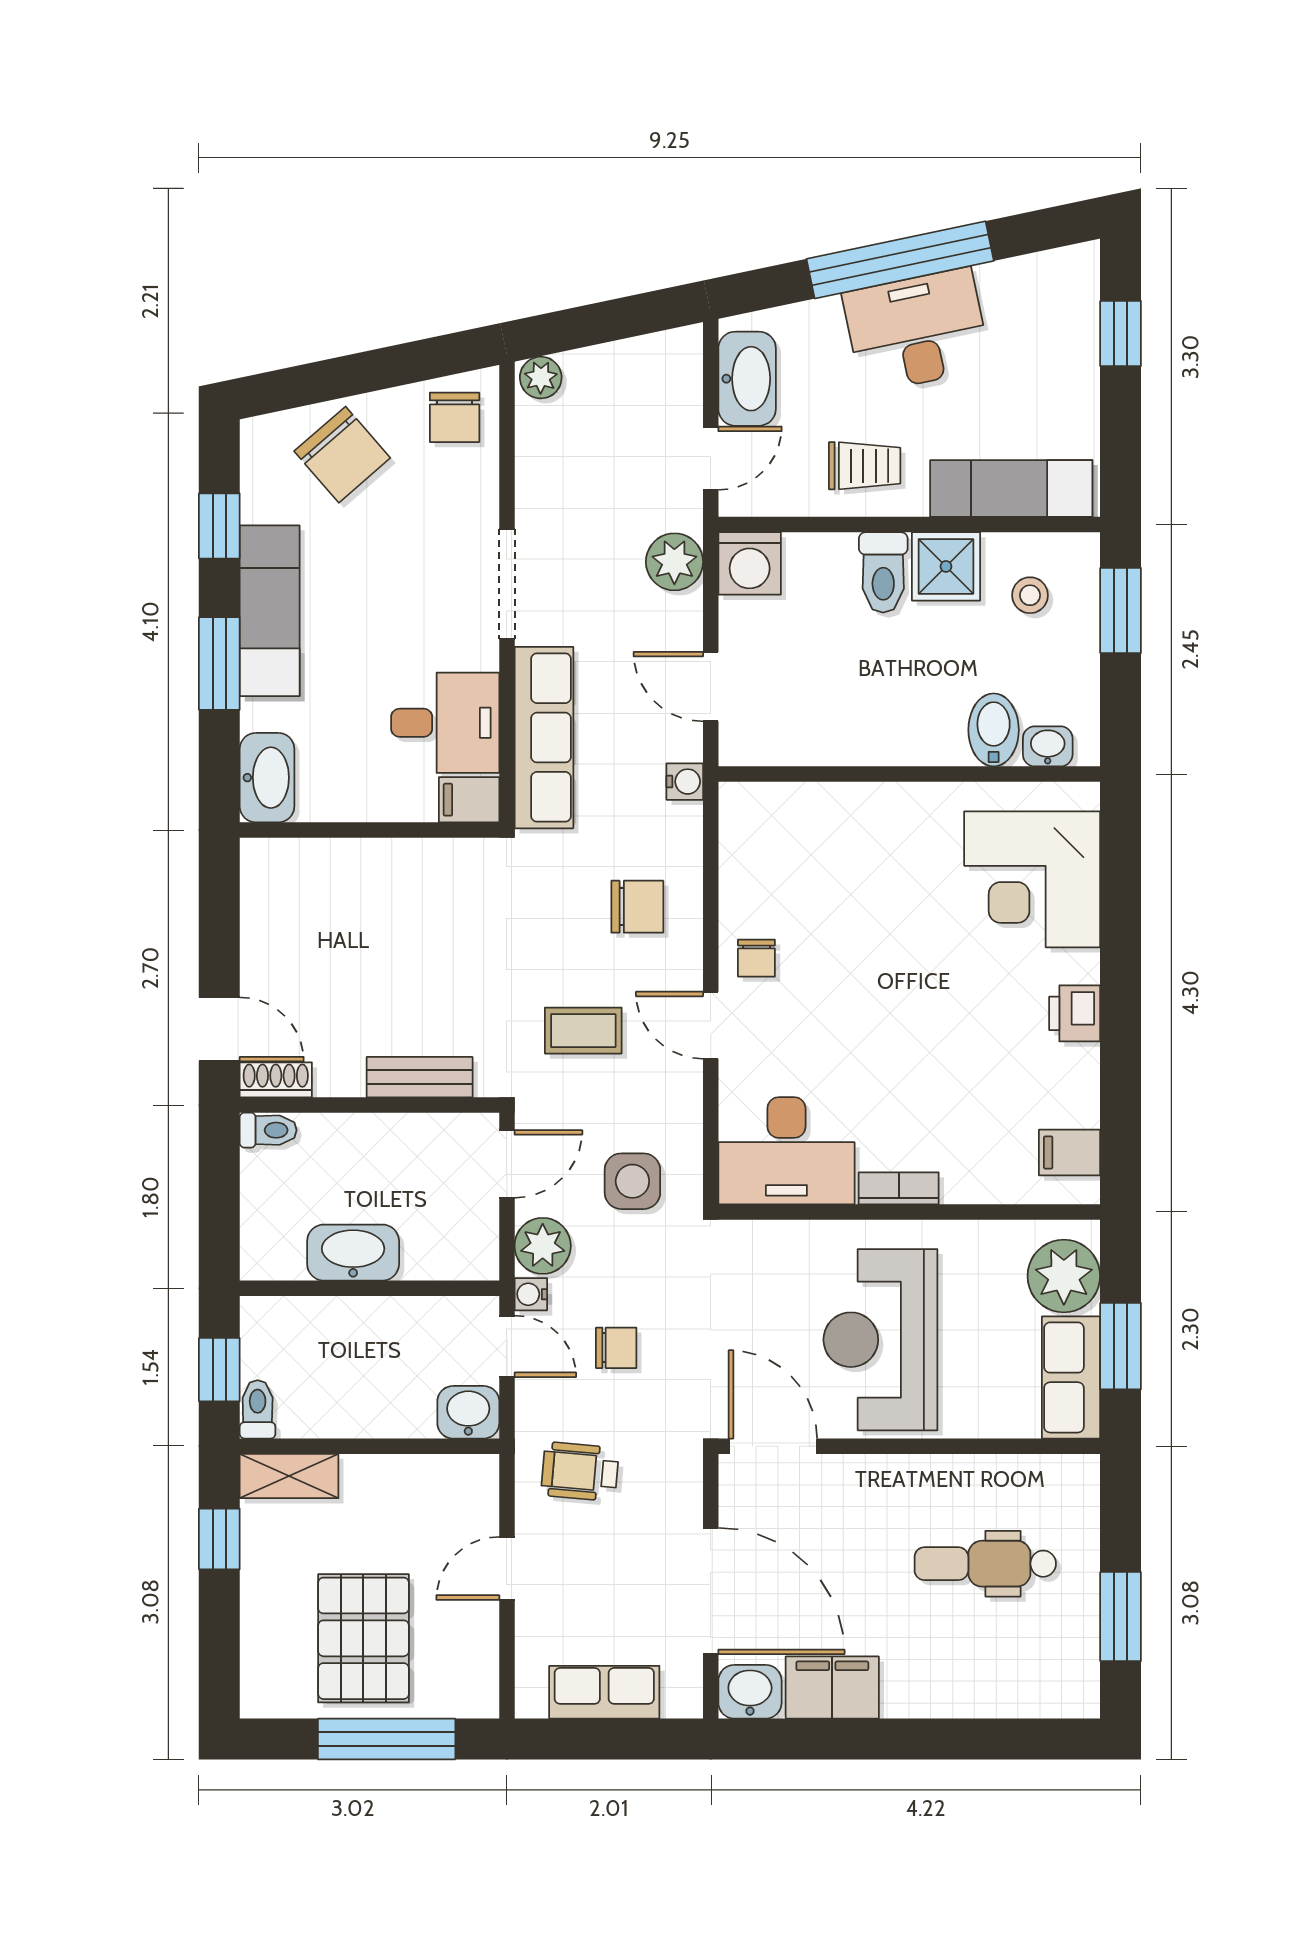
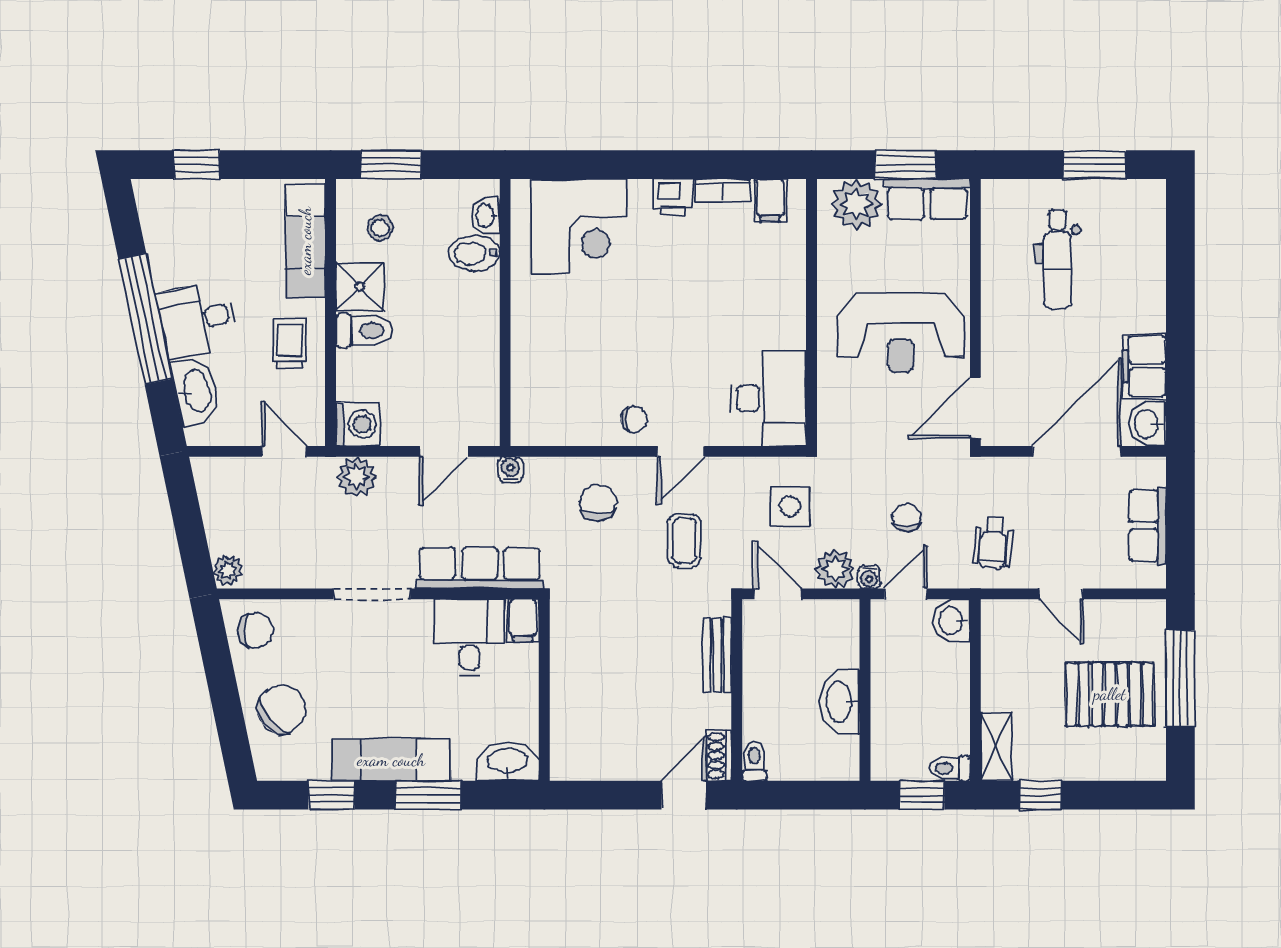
desk: (917, 331) -> (197, 320), width x0.73
washbasin: (747, 379) -> (196, 391), moved, turned 78
bookcase: (899, 1188) -> (723, 190), moved, turned -90

